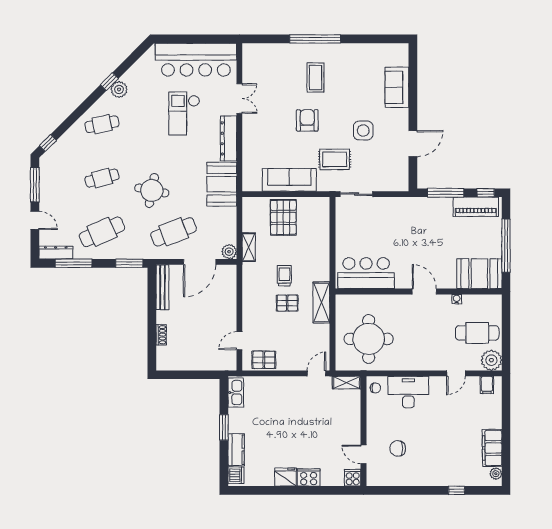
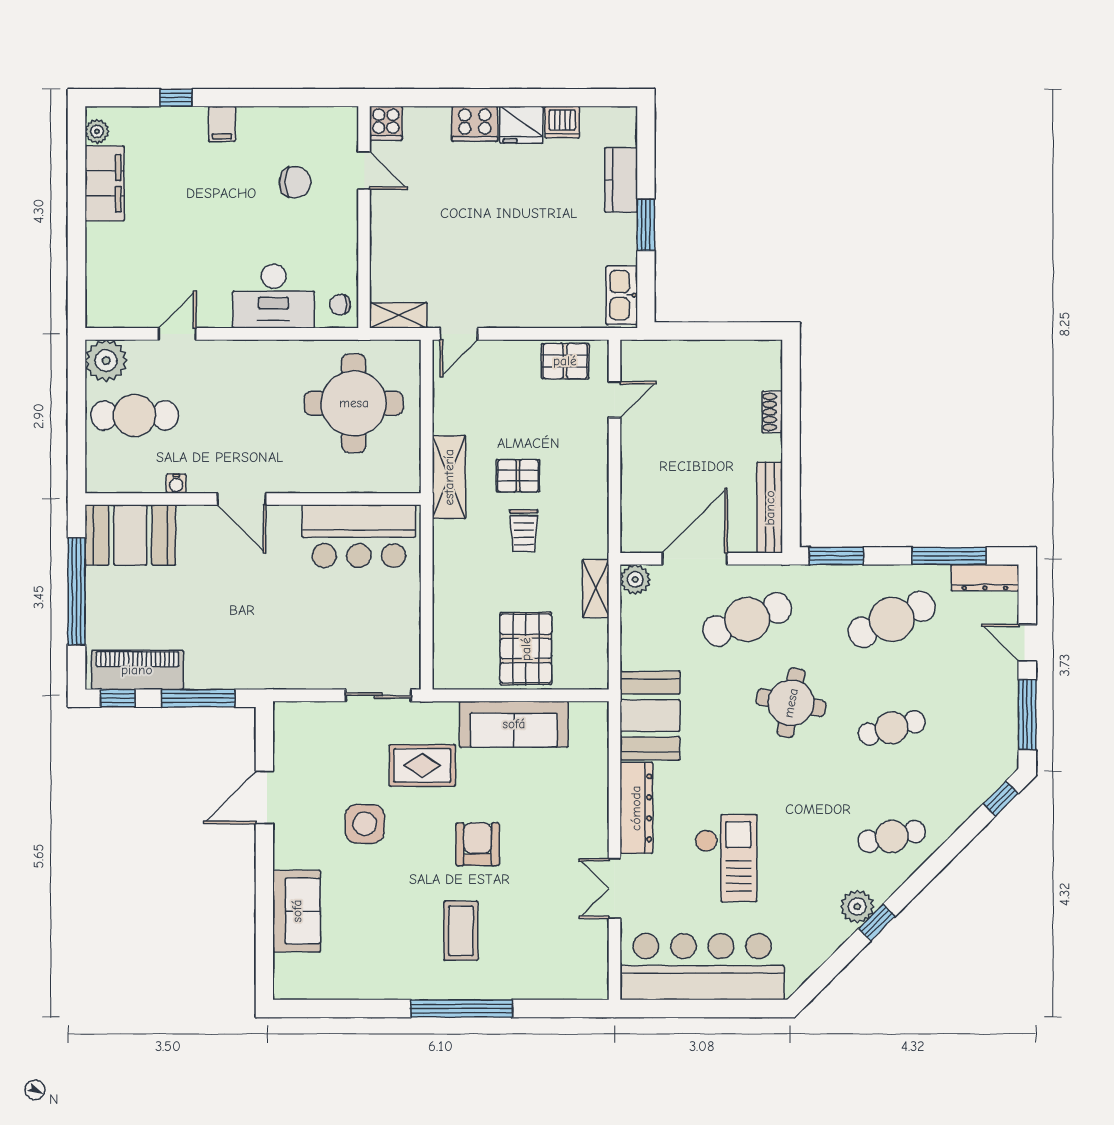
armchair: (307, 120) -> (478, 844), turned 180
filing cabinet: (487, 385) -> (222, 124), moved, turned 180
dishwasher: (236, 475) -> (562, 122), moved, turned -90

